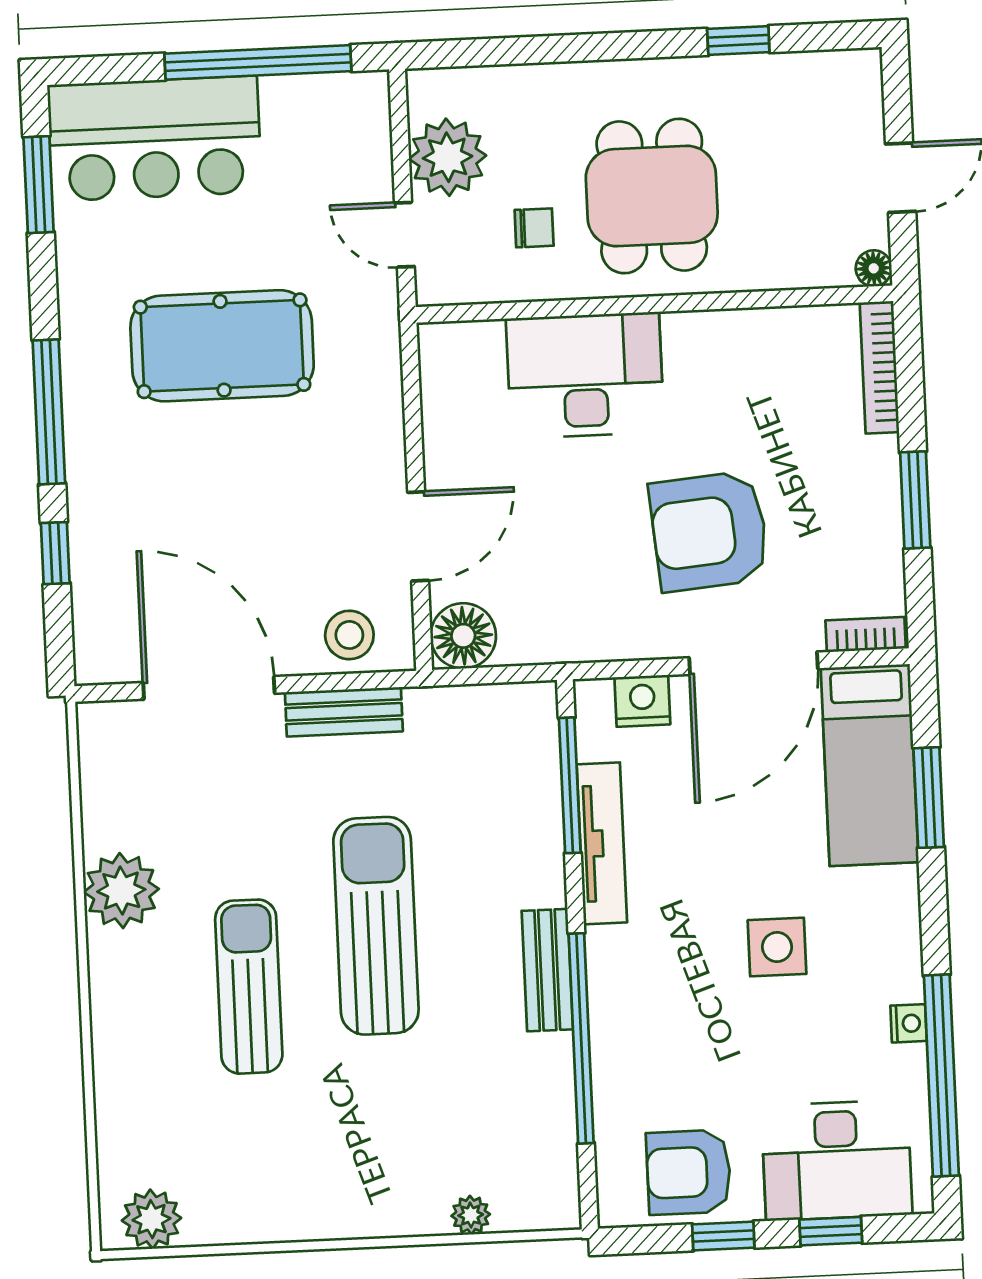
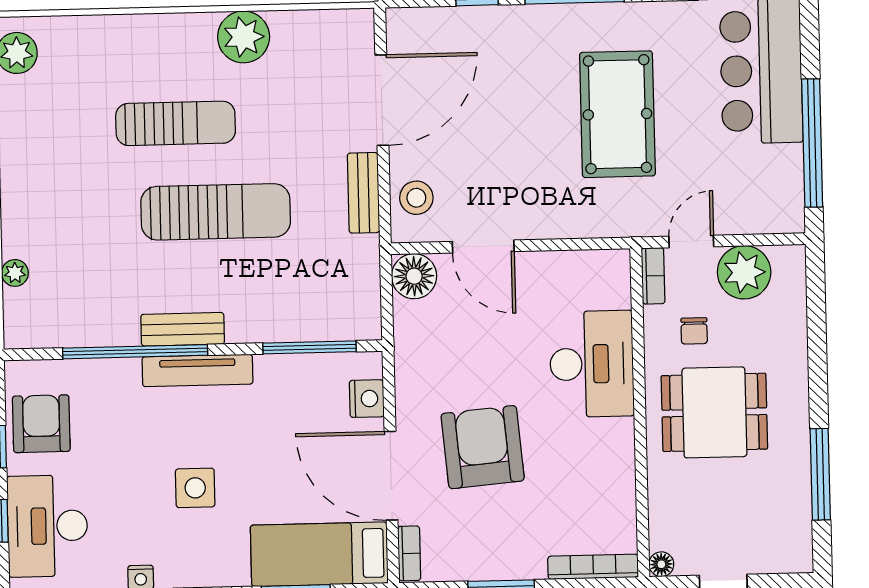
window: (738, 41) -> (820, 474), width x2.17
bookcase: (455, 289) -> (653, 276), added
tv unit: (602, 843) -> (197, 370), moved

